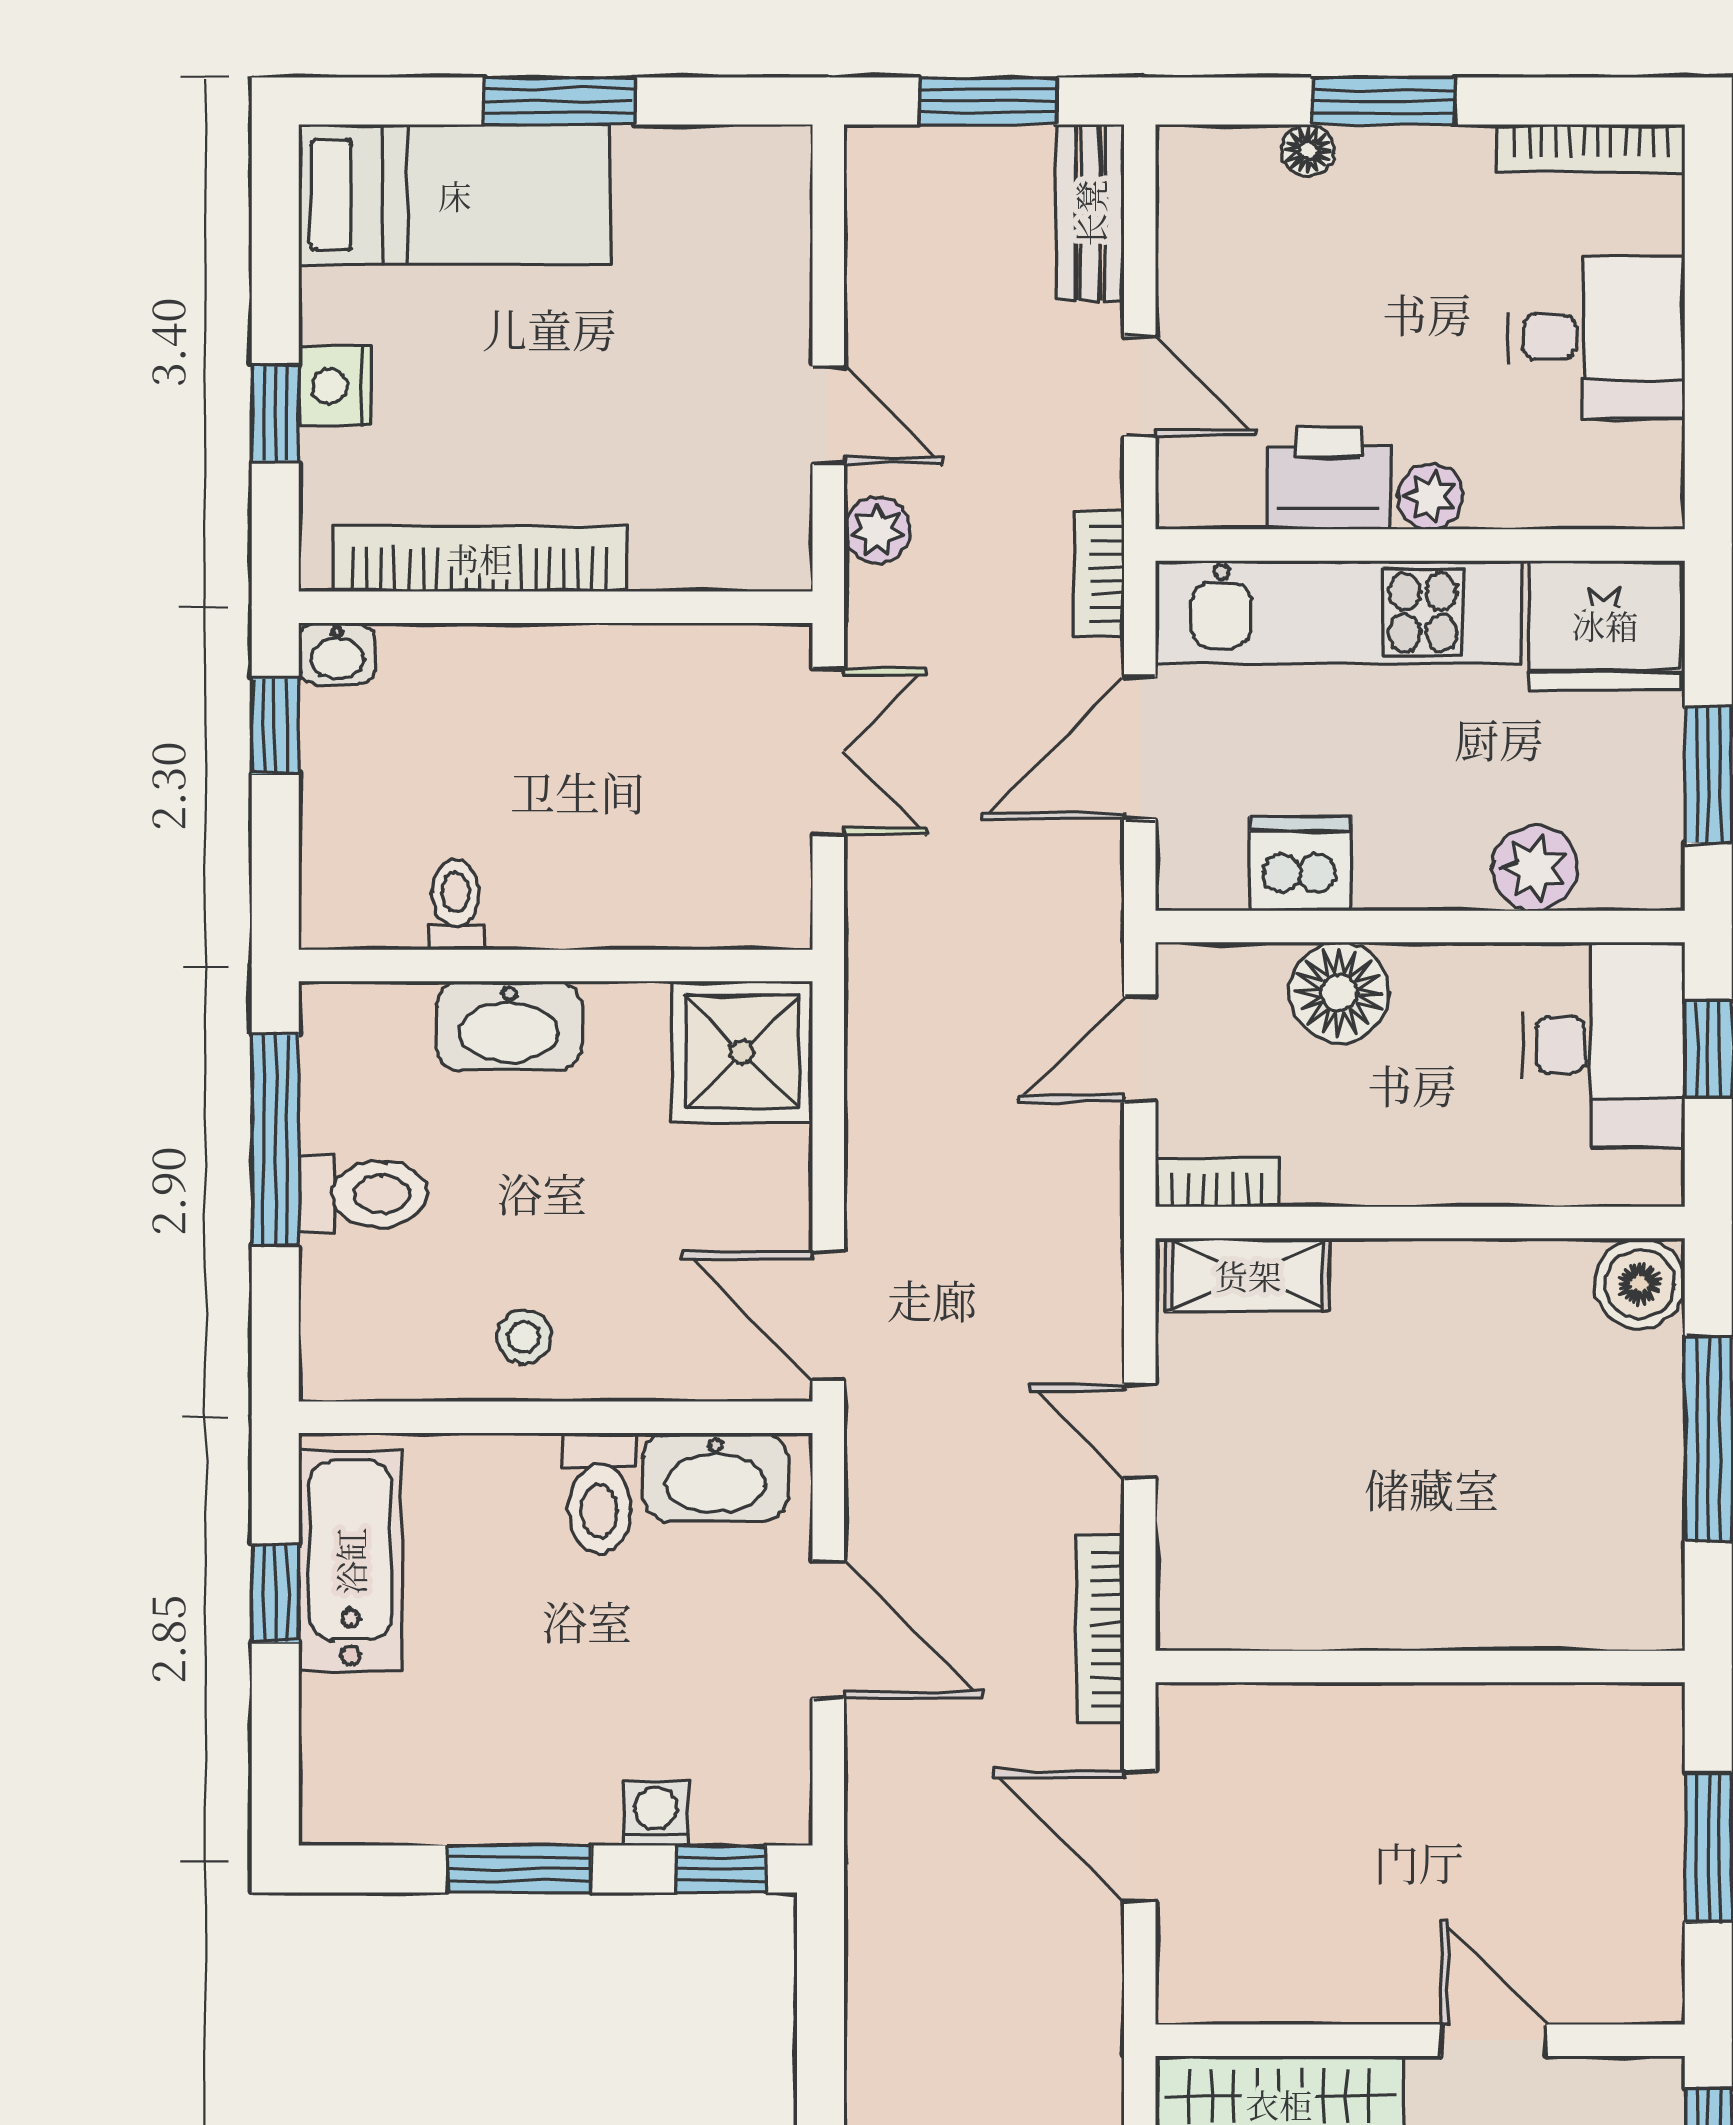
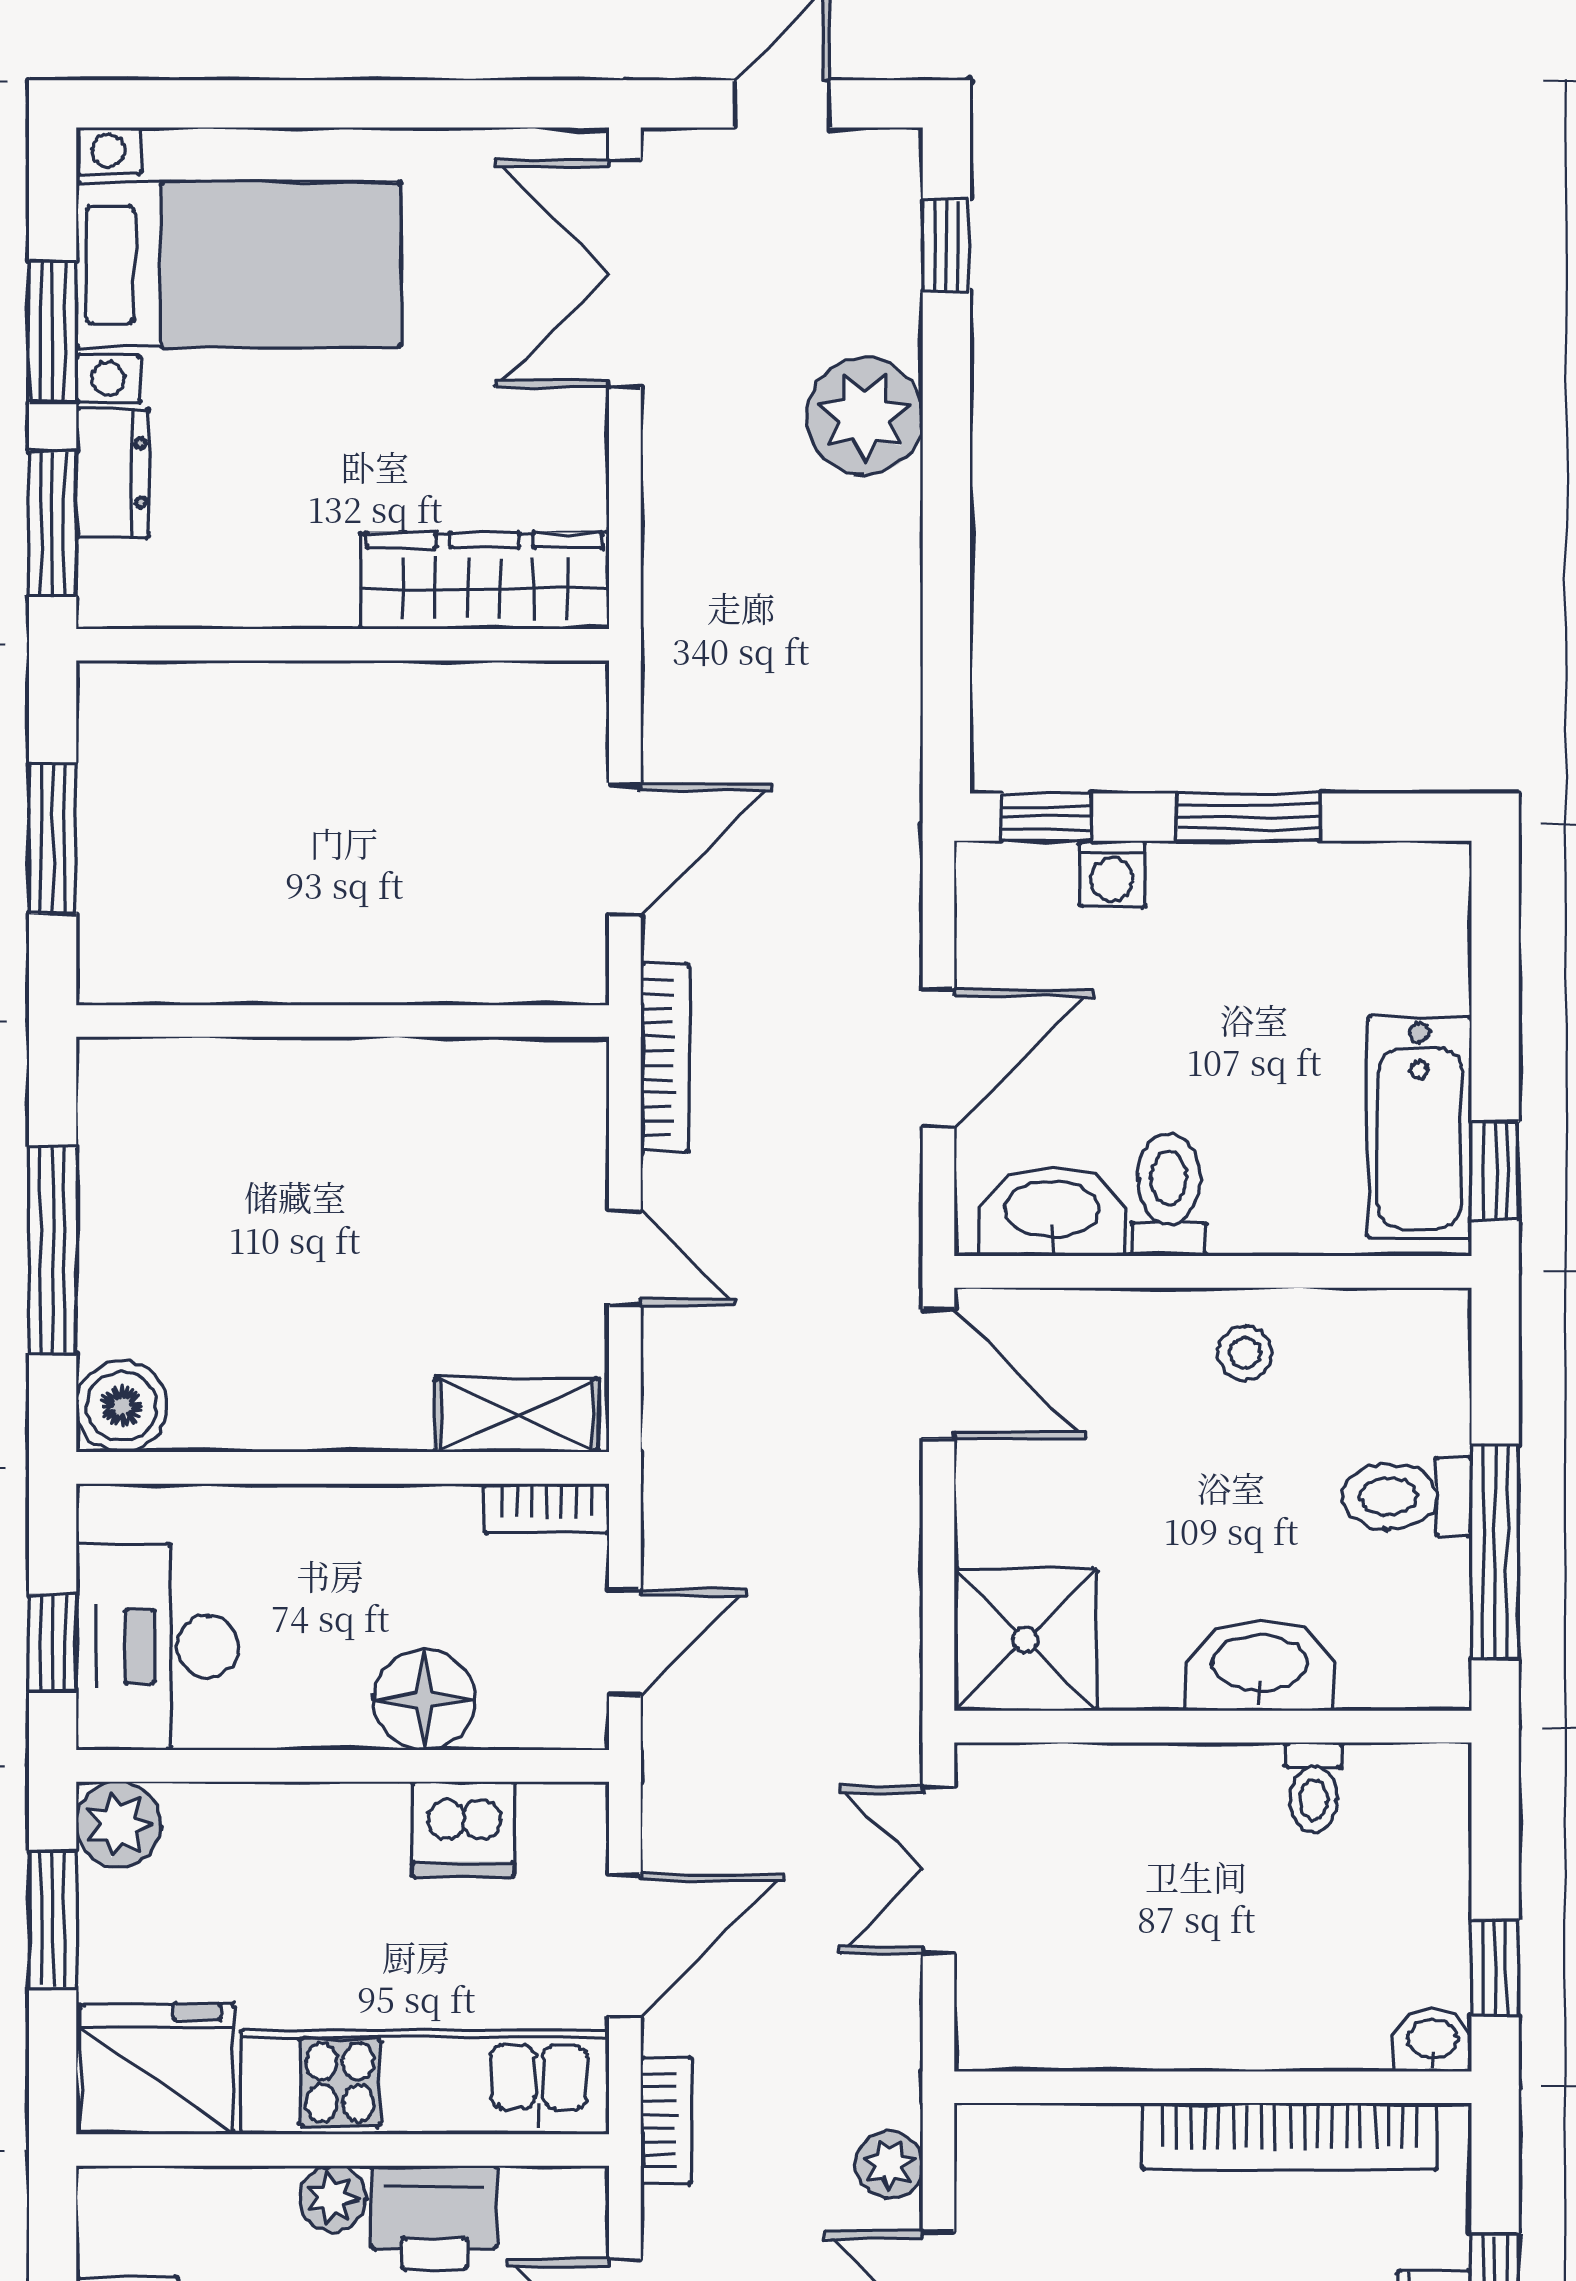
double door: (828, 751) -> (938, 1870), moved
plant: (1535, 868) -> (119, 1824), moved
window: (275, 1593) -> (1495, 1170), moved
door: (828, 1629) -> (938, 1058), swing flipped
door: (1140, 1836) -> (625, 850), hinge flipped
door: (1494, 2040) -> (269, 645), removed

